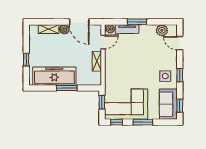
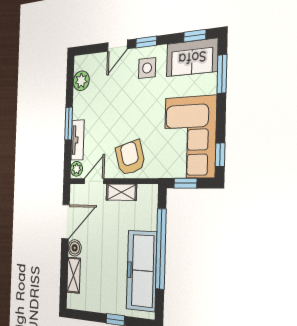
door: (103, 42) -> (94, 181), hinge flipped
door: (180, 43) -> (117, 46), moved
armchair: (116, 67) -> (130, 158), added
window: (67, 88) -> (161, 249), width x2.11
window: (143, 122) -> (222, 74), moved

